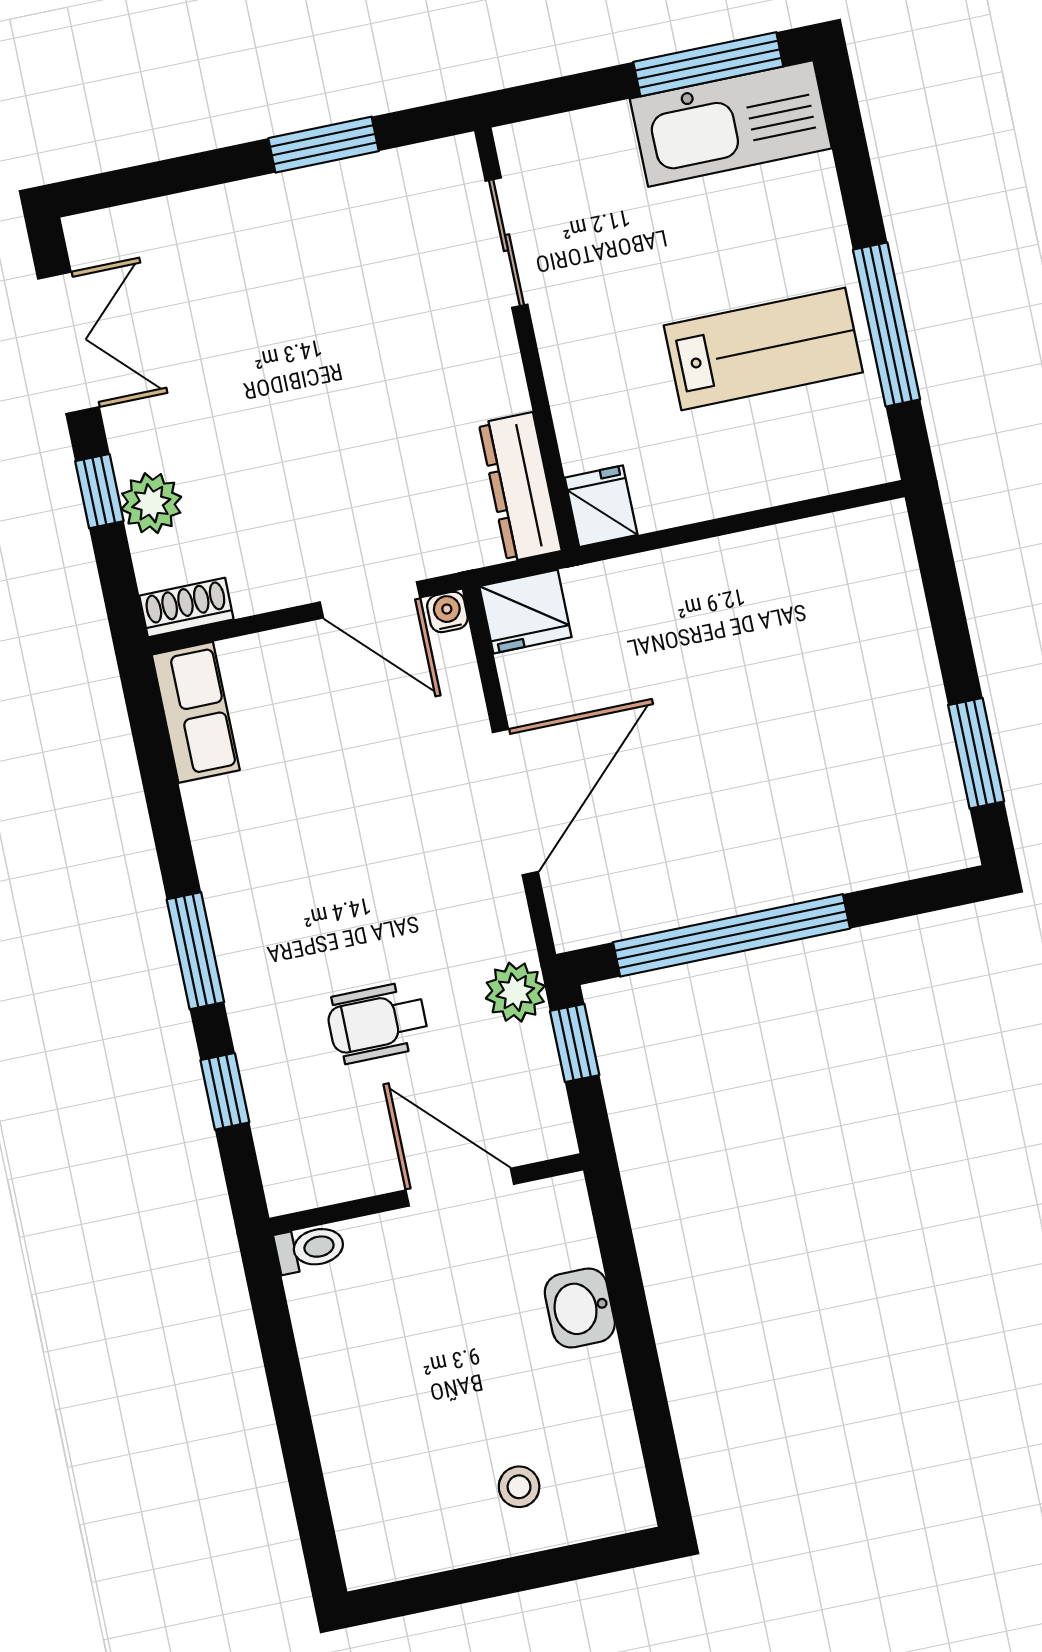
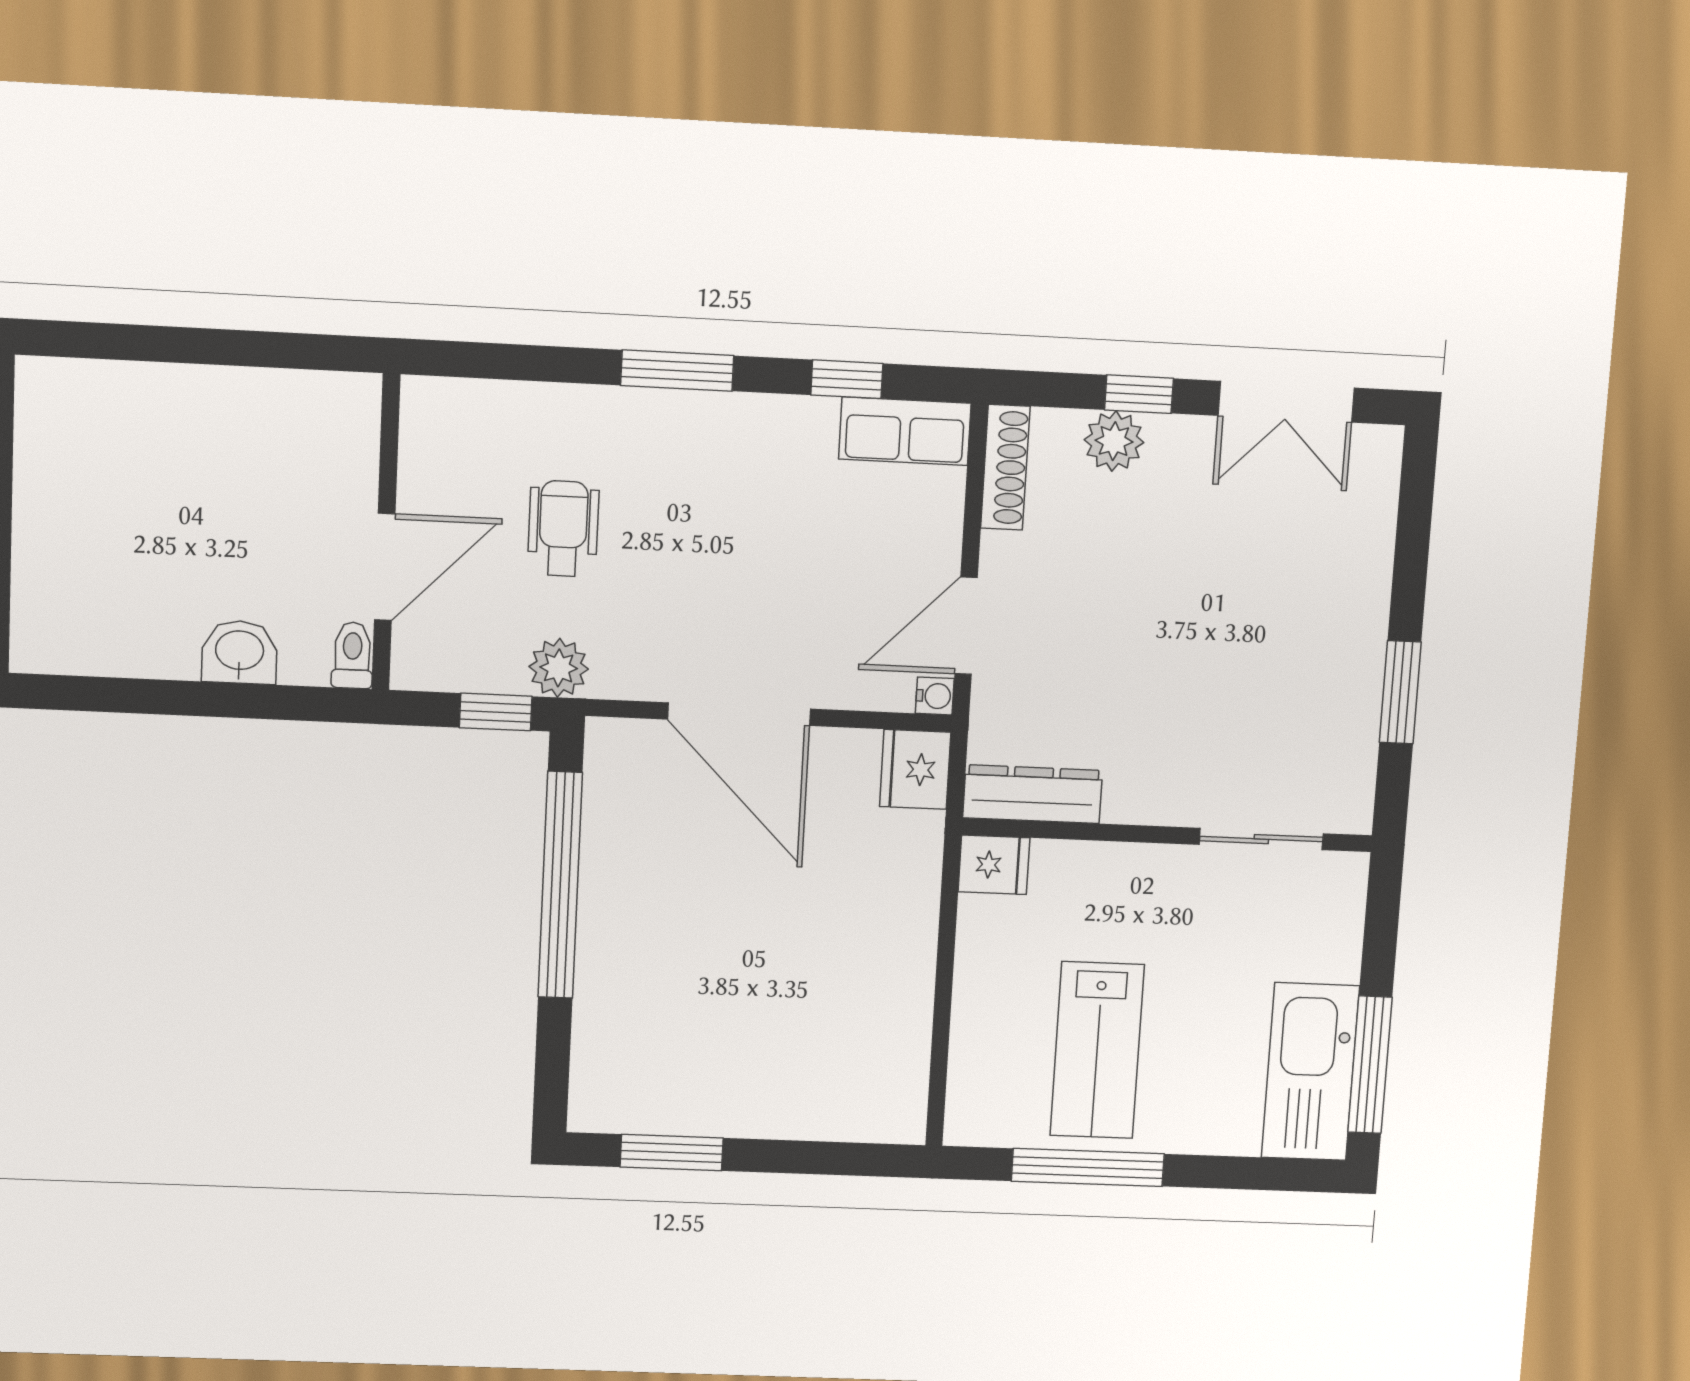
shoe rack: (186, 607) -> (1005, 467), width x1.43
window: (225, 1091) -> (847, 379), moved
toilet: (310, 1248) -> (352, 655), moved, turned 180
stool: (519, 1487) -> (79, 549), removed

